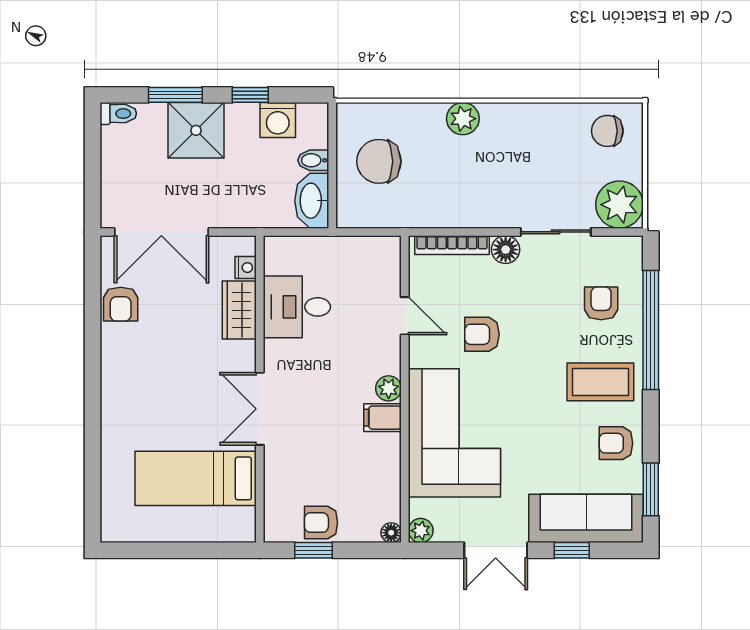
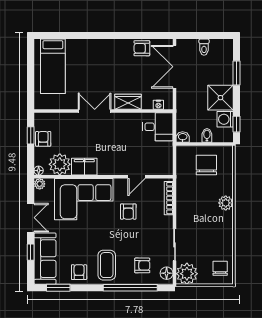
window: (250, 95) -> (236, 124), moved
toilet: (118, 114) -> (204, 47), moved
shower: (196, 130) -> (220, 98), moved
washbasin: (312, 201) -> (183, 137), width x0.52, depth x0.69
floor lamp: (506, 250) -> (167, 273), moved
desk: (297, 307) -> (158, 127), moved, turned 90
wardrobe: (239, 310) -> (128, 102), moved
armchair: (482, 334) -> (128, 212), turned 180
plant: (389, 388) -> (60, 164), moved, width x1.88, depth x1.88
filing cabinet: (382, 418) -> (84, 167), width x2.00
bed: (196, 478) -> (53, 66), moved, turned 180
double door: (496, 550) -> (31, 218), swing flipped

